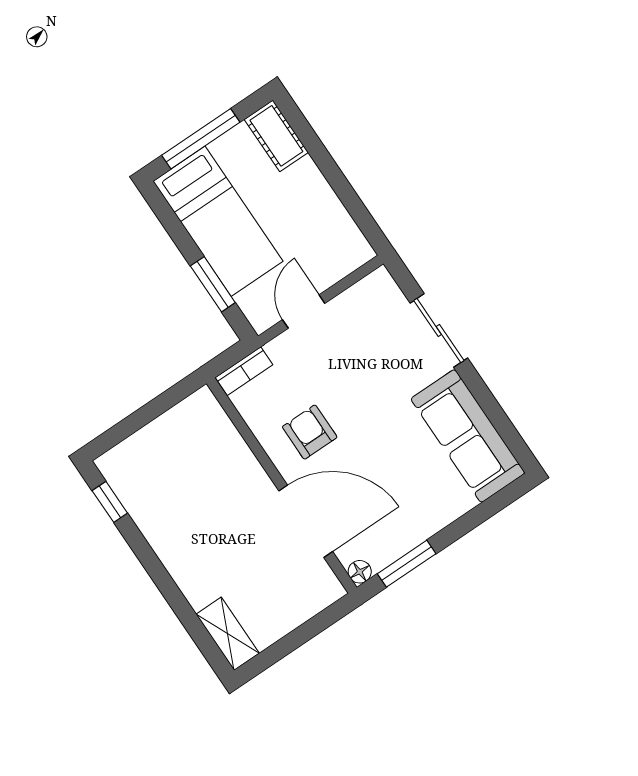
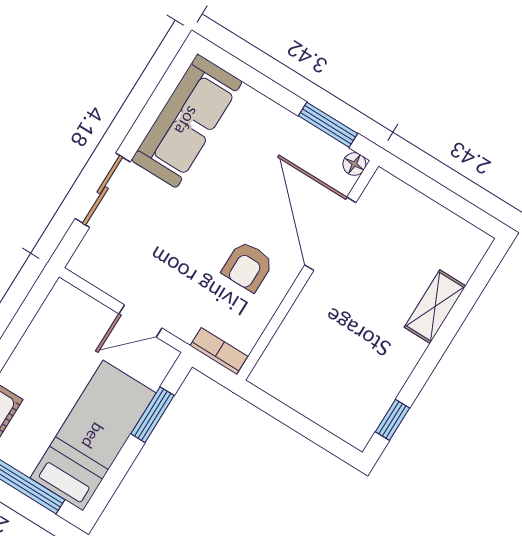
shelving: (228, 634) -> (435, 307), moved

